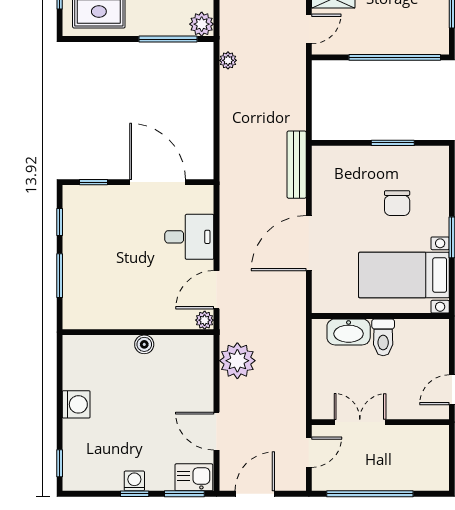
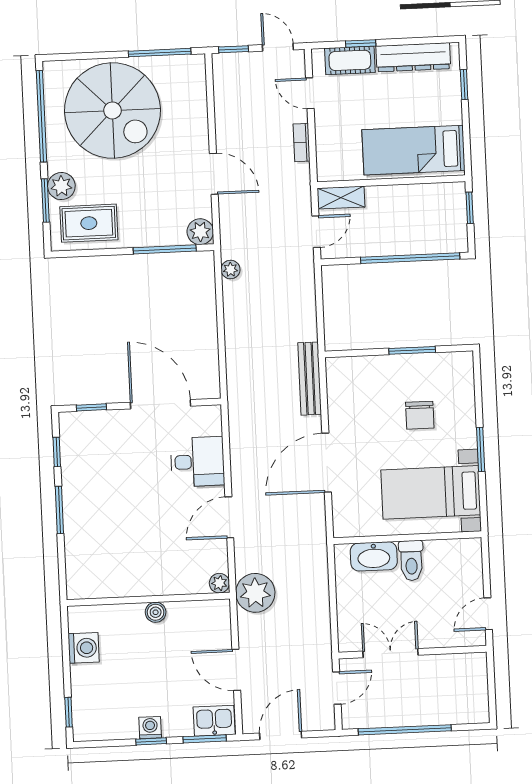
plant: (205, 320) -> (219, 583), moved
wall: (138, 332) -> (148, 599), moved
boiler: (144, 344) -> (156, 612), moved

